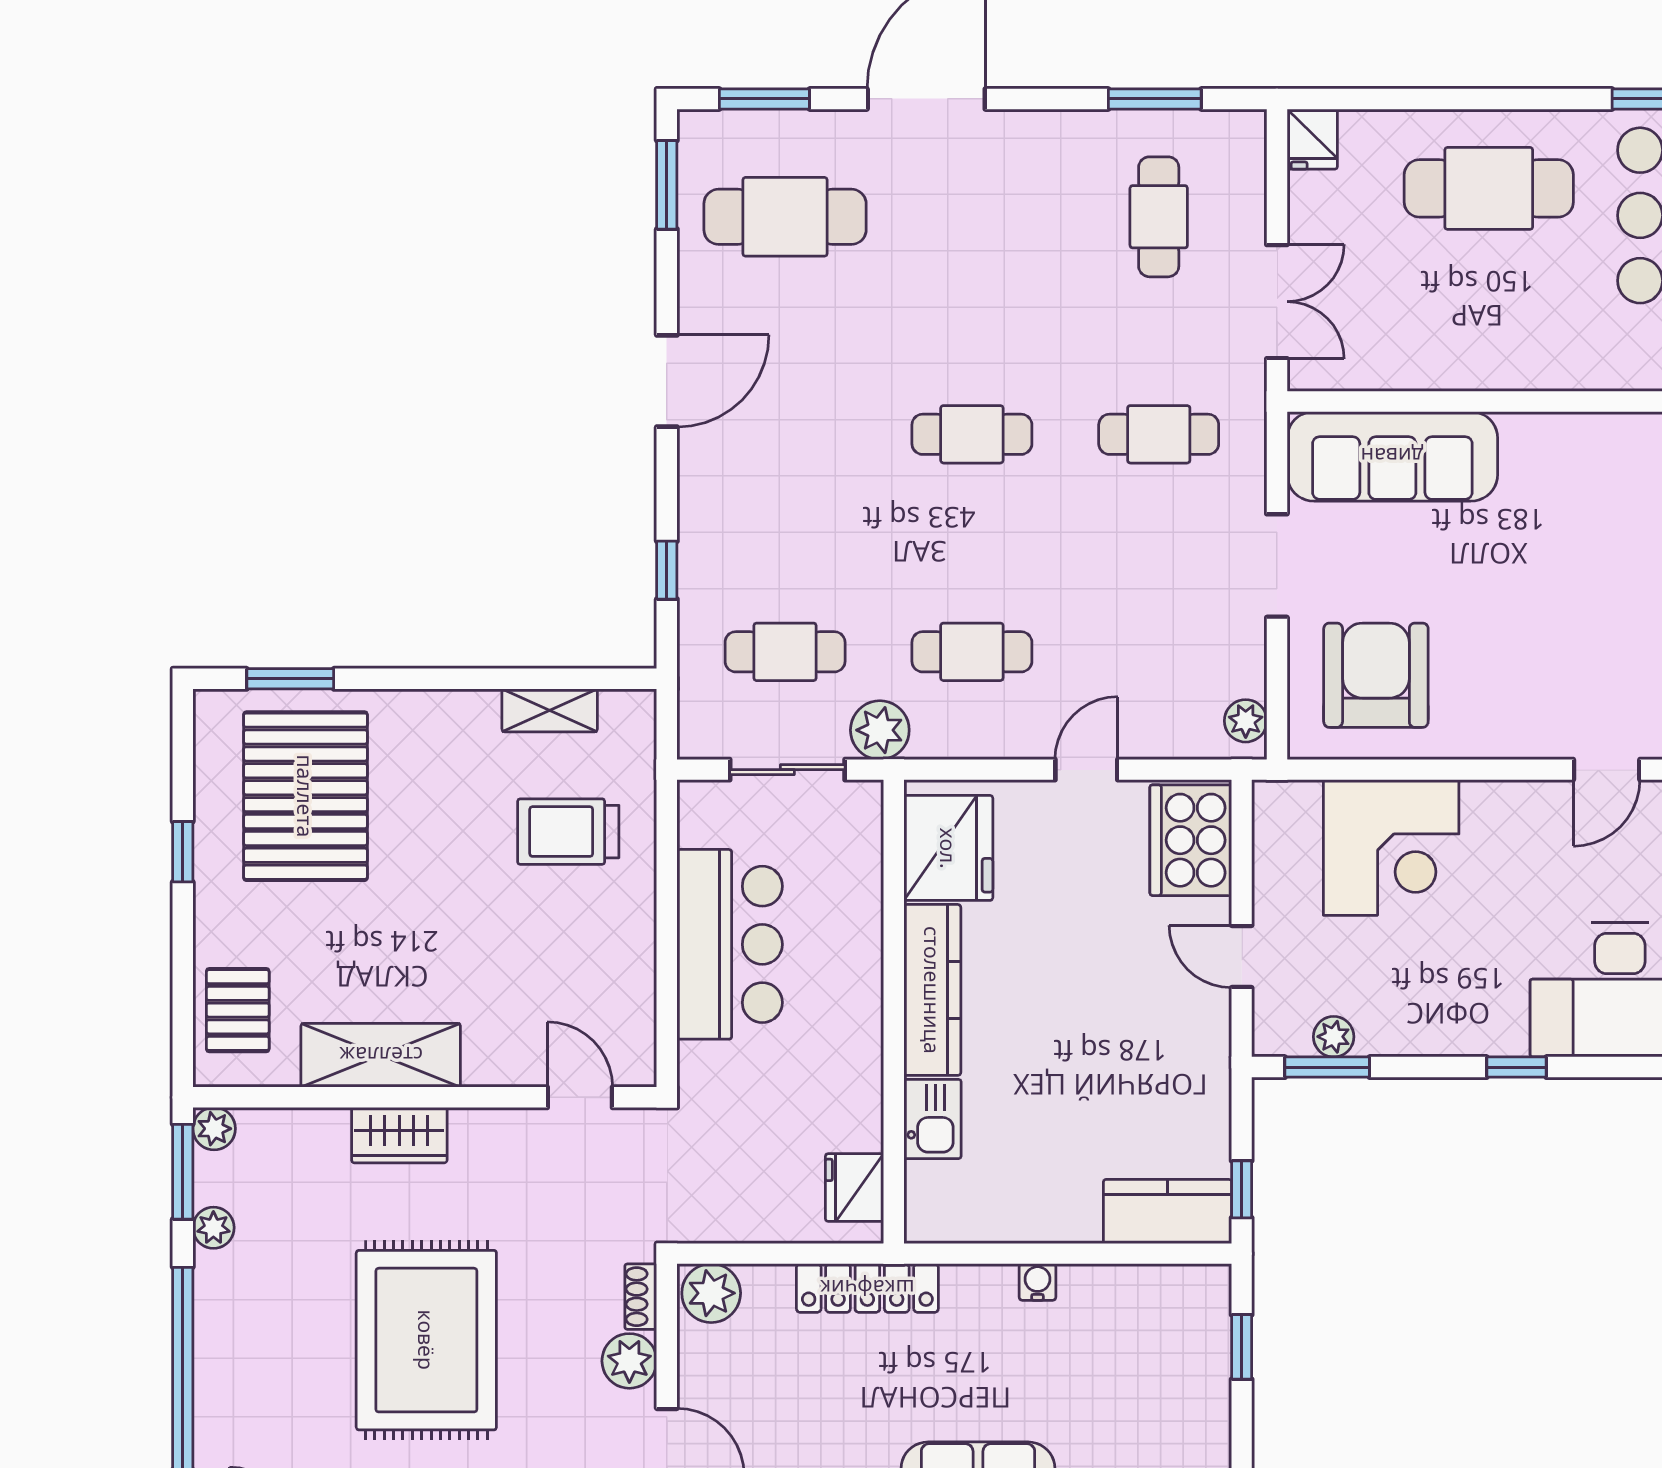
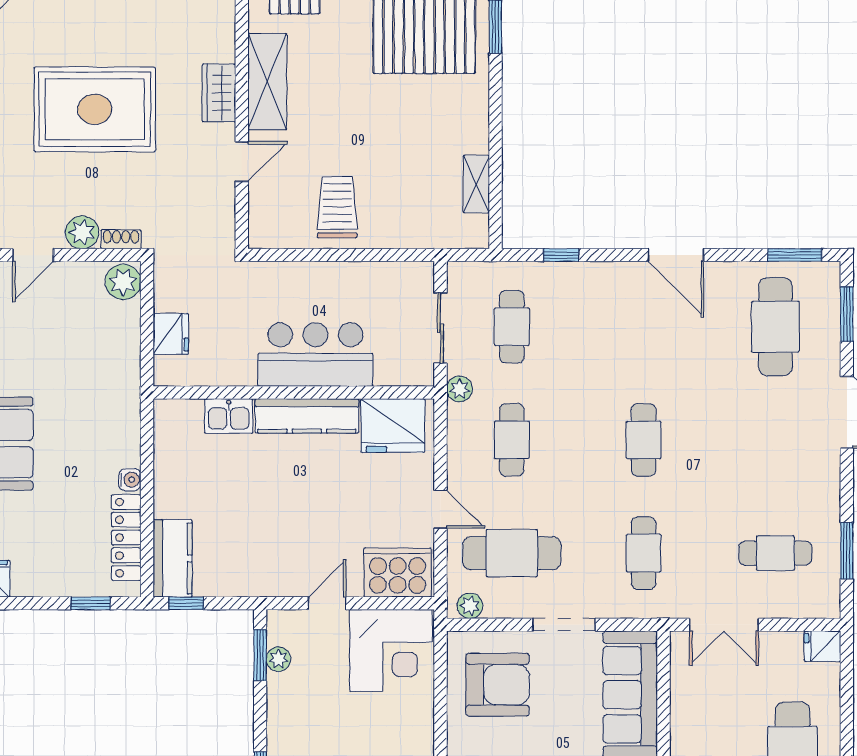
cafe table: (1159, 652) -> (512, 553), added
plant: (880, 730) -> (459, 389), width x0.73, depth x0.73
trolley: (568, 832) -> (337, 207), moved
corner desk: (1391, 848) -> (391, 651), moved, turned -90
bar counter: (730, 944) -> (315, 354), moved, turned 180
door: (580, 1097) -> (242, 162), moved
fridge: (855, 1188) -> (171, 334), moved, turned 90
locker: (867, 1288) -> (126, 538), moved

